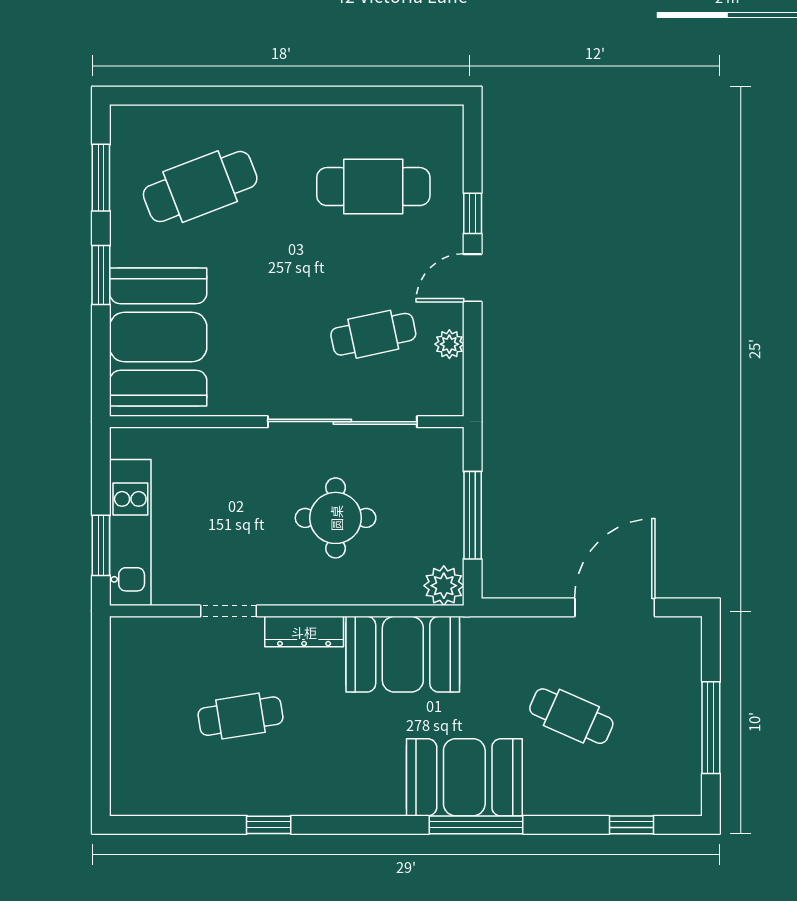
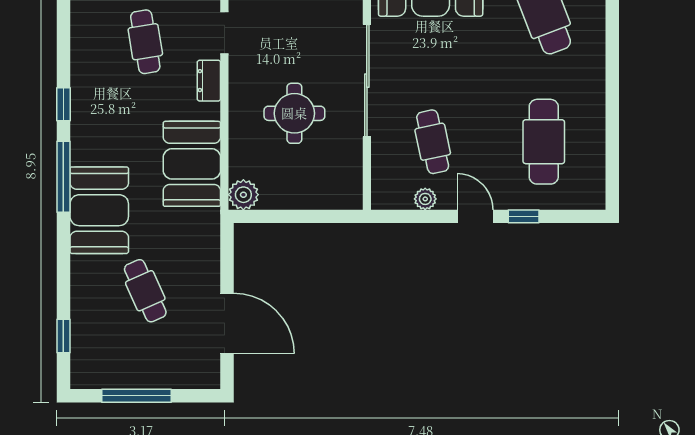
sliding door: (342, 422) -> (367, 81), moved
window: (473, 515) -> (296, 216), removed
dresser: (304, 632) -> (209, 81), width x0.70
cafe table: (571, 716) -> (145, 291), turned -48
window: (269, 825) -> (63, 104), moved
window: (476, 825) -> (63, 177), moved

